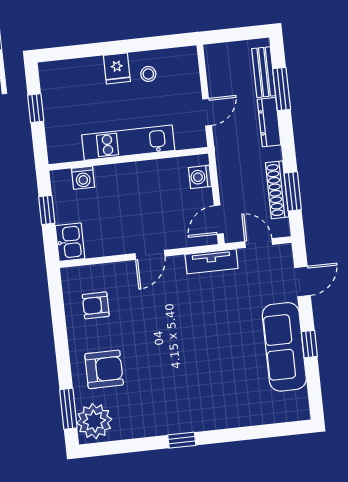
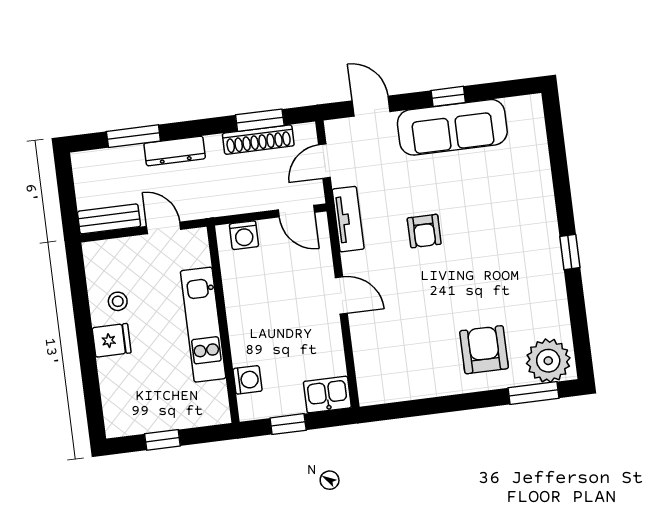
bench: (264, 72) -> (109, 219), moved
armchair: (96, 305) -> (424, 231), moved

